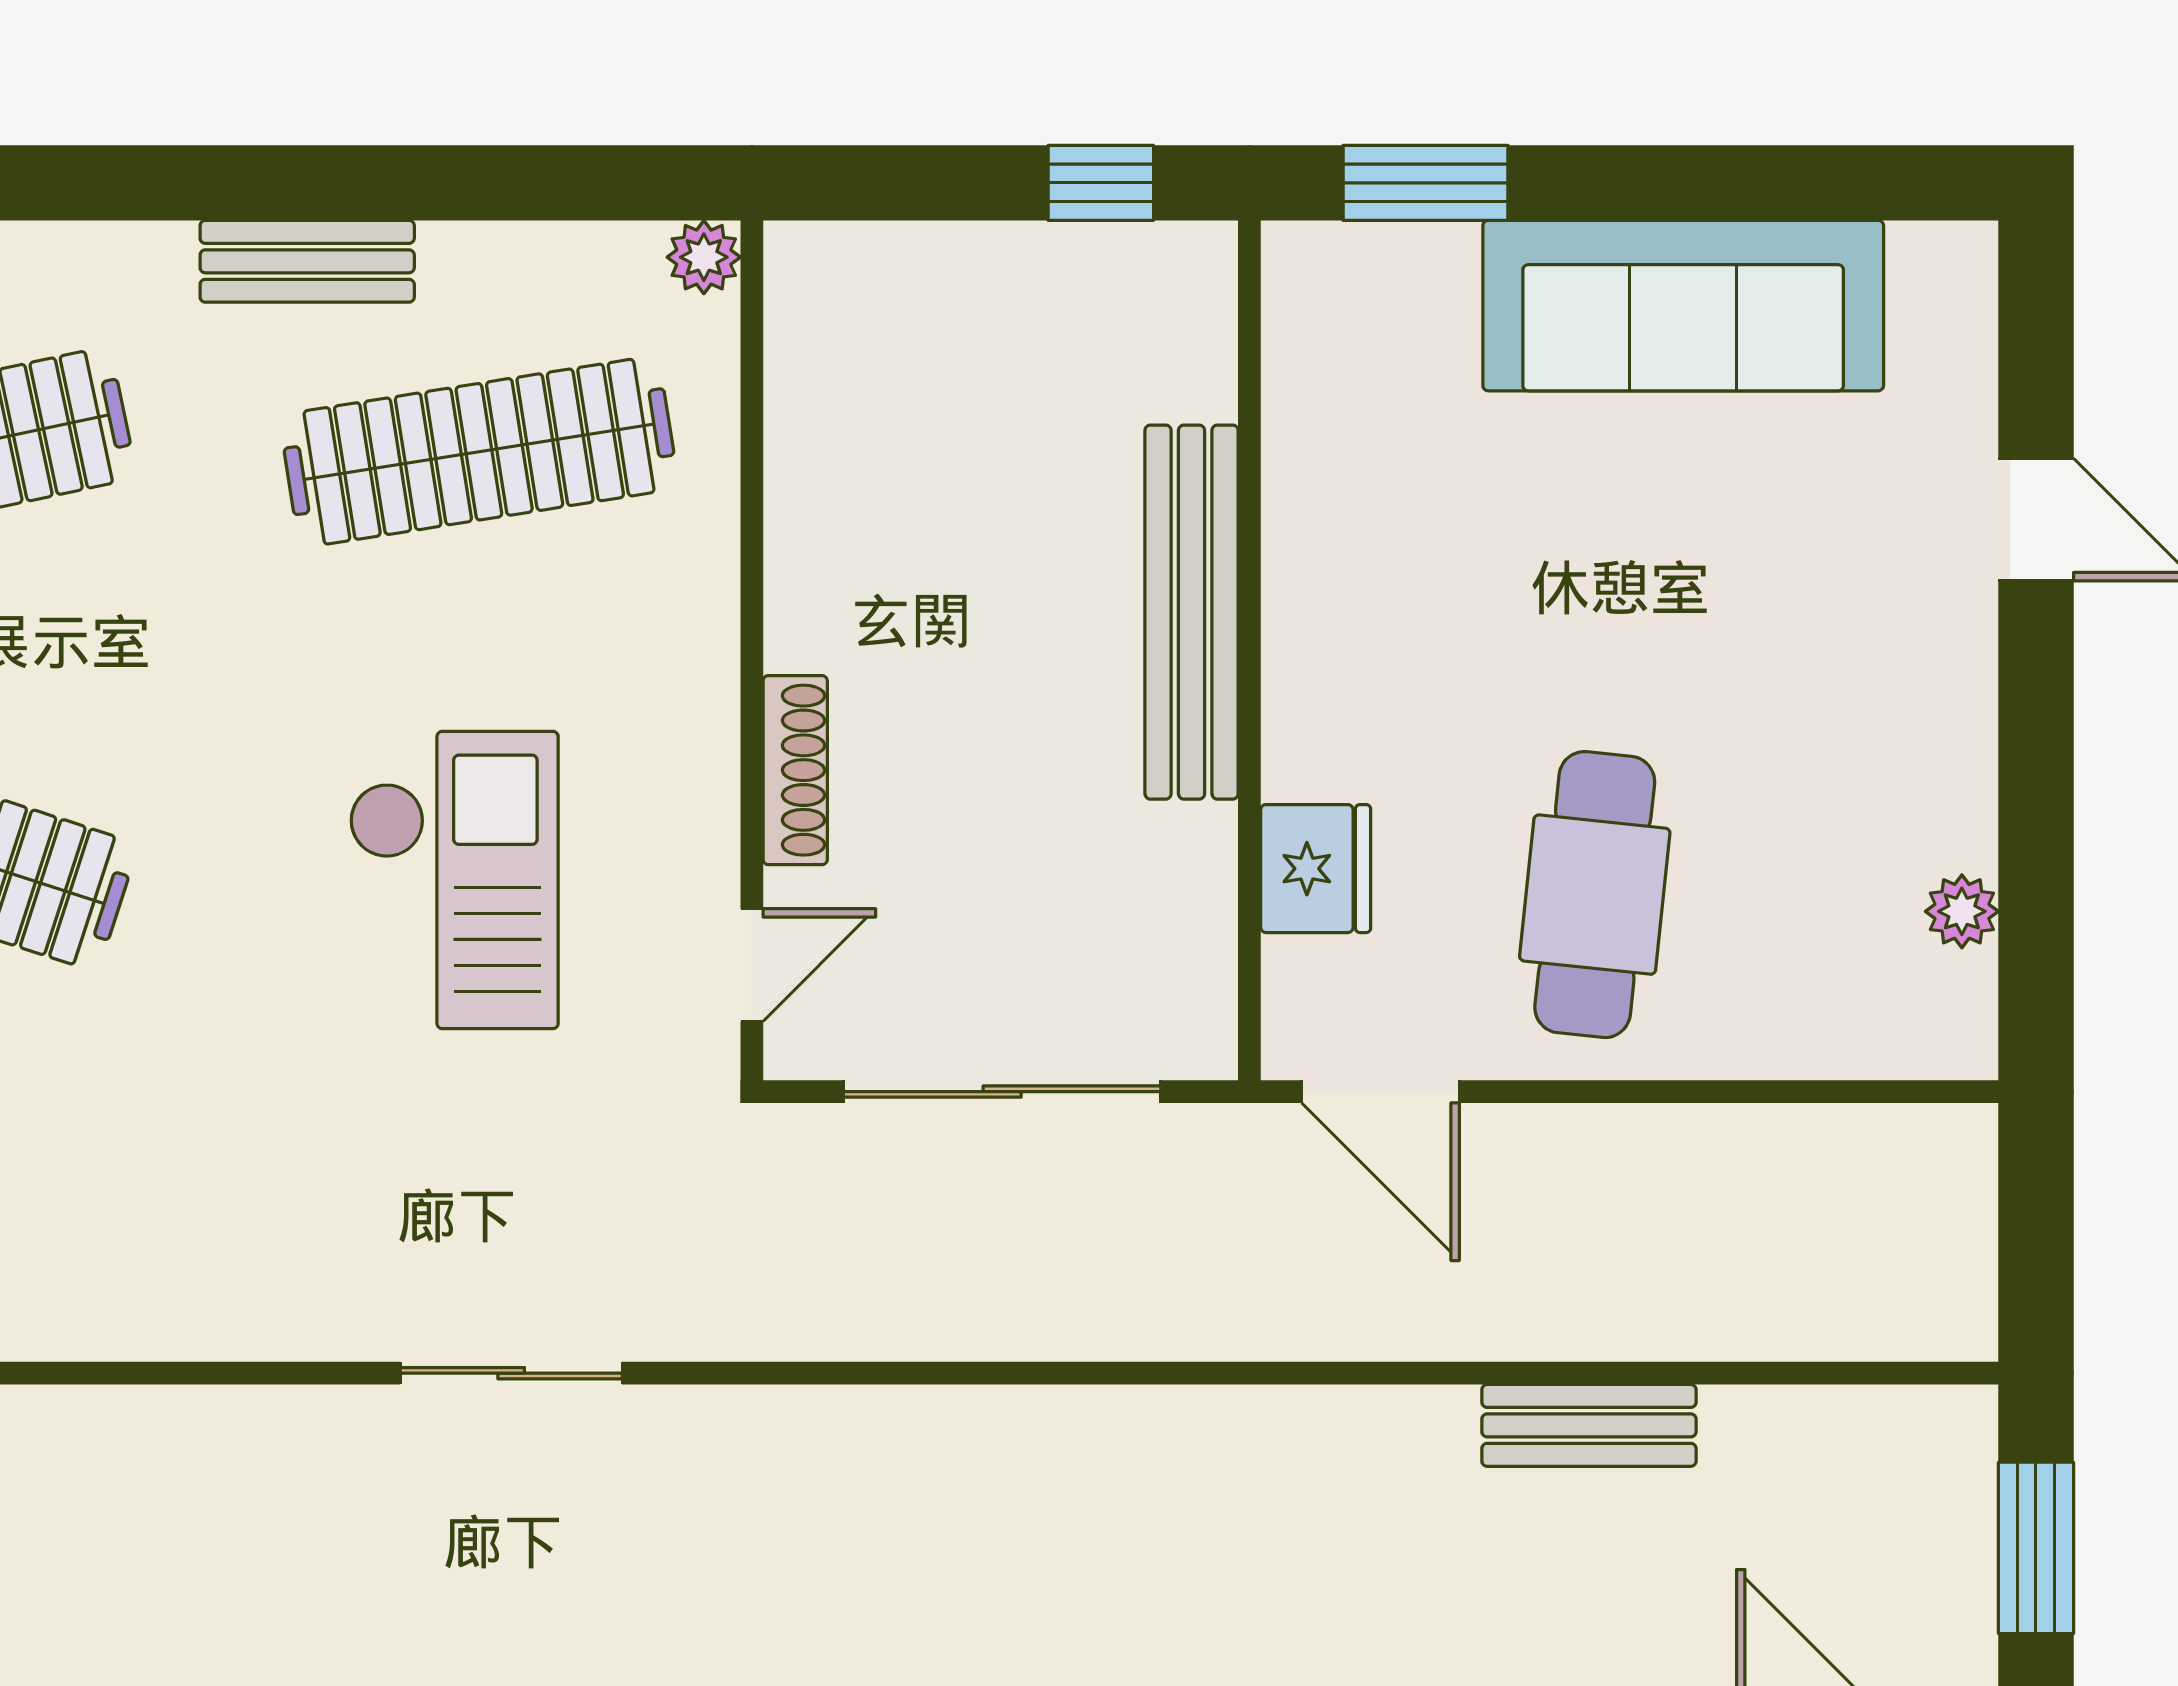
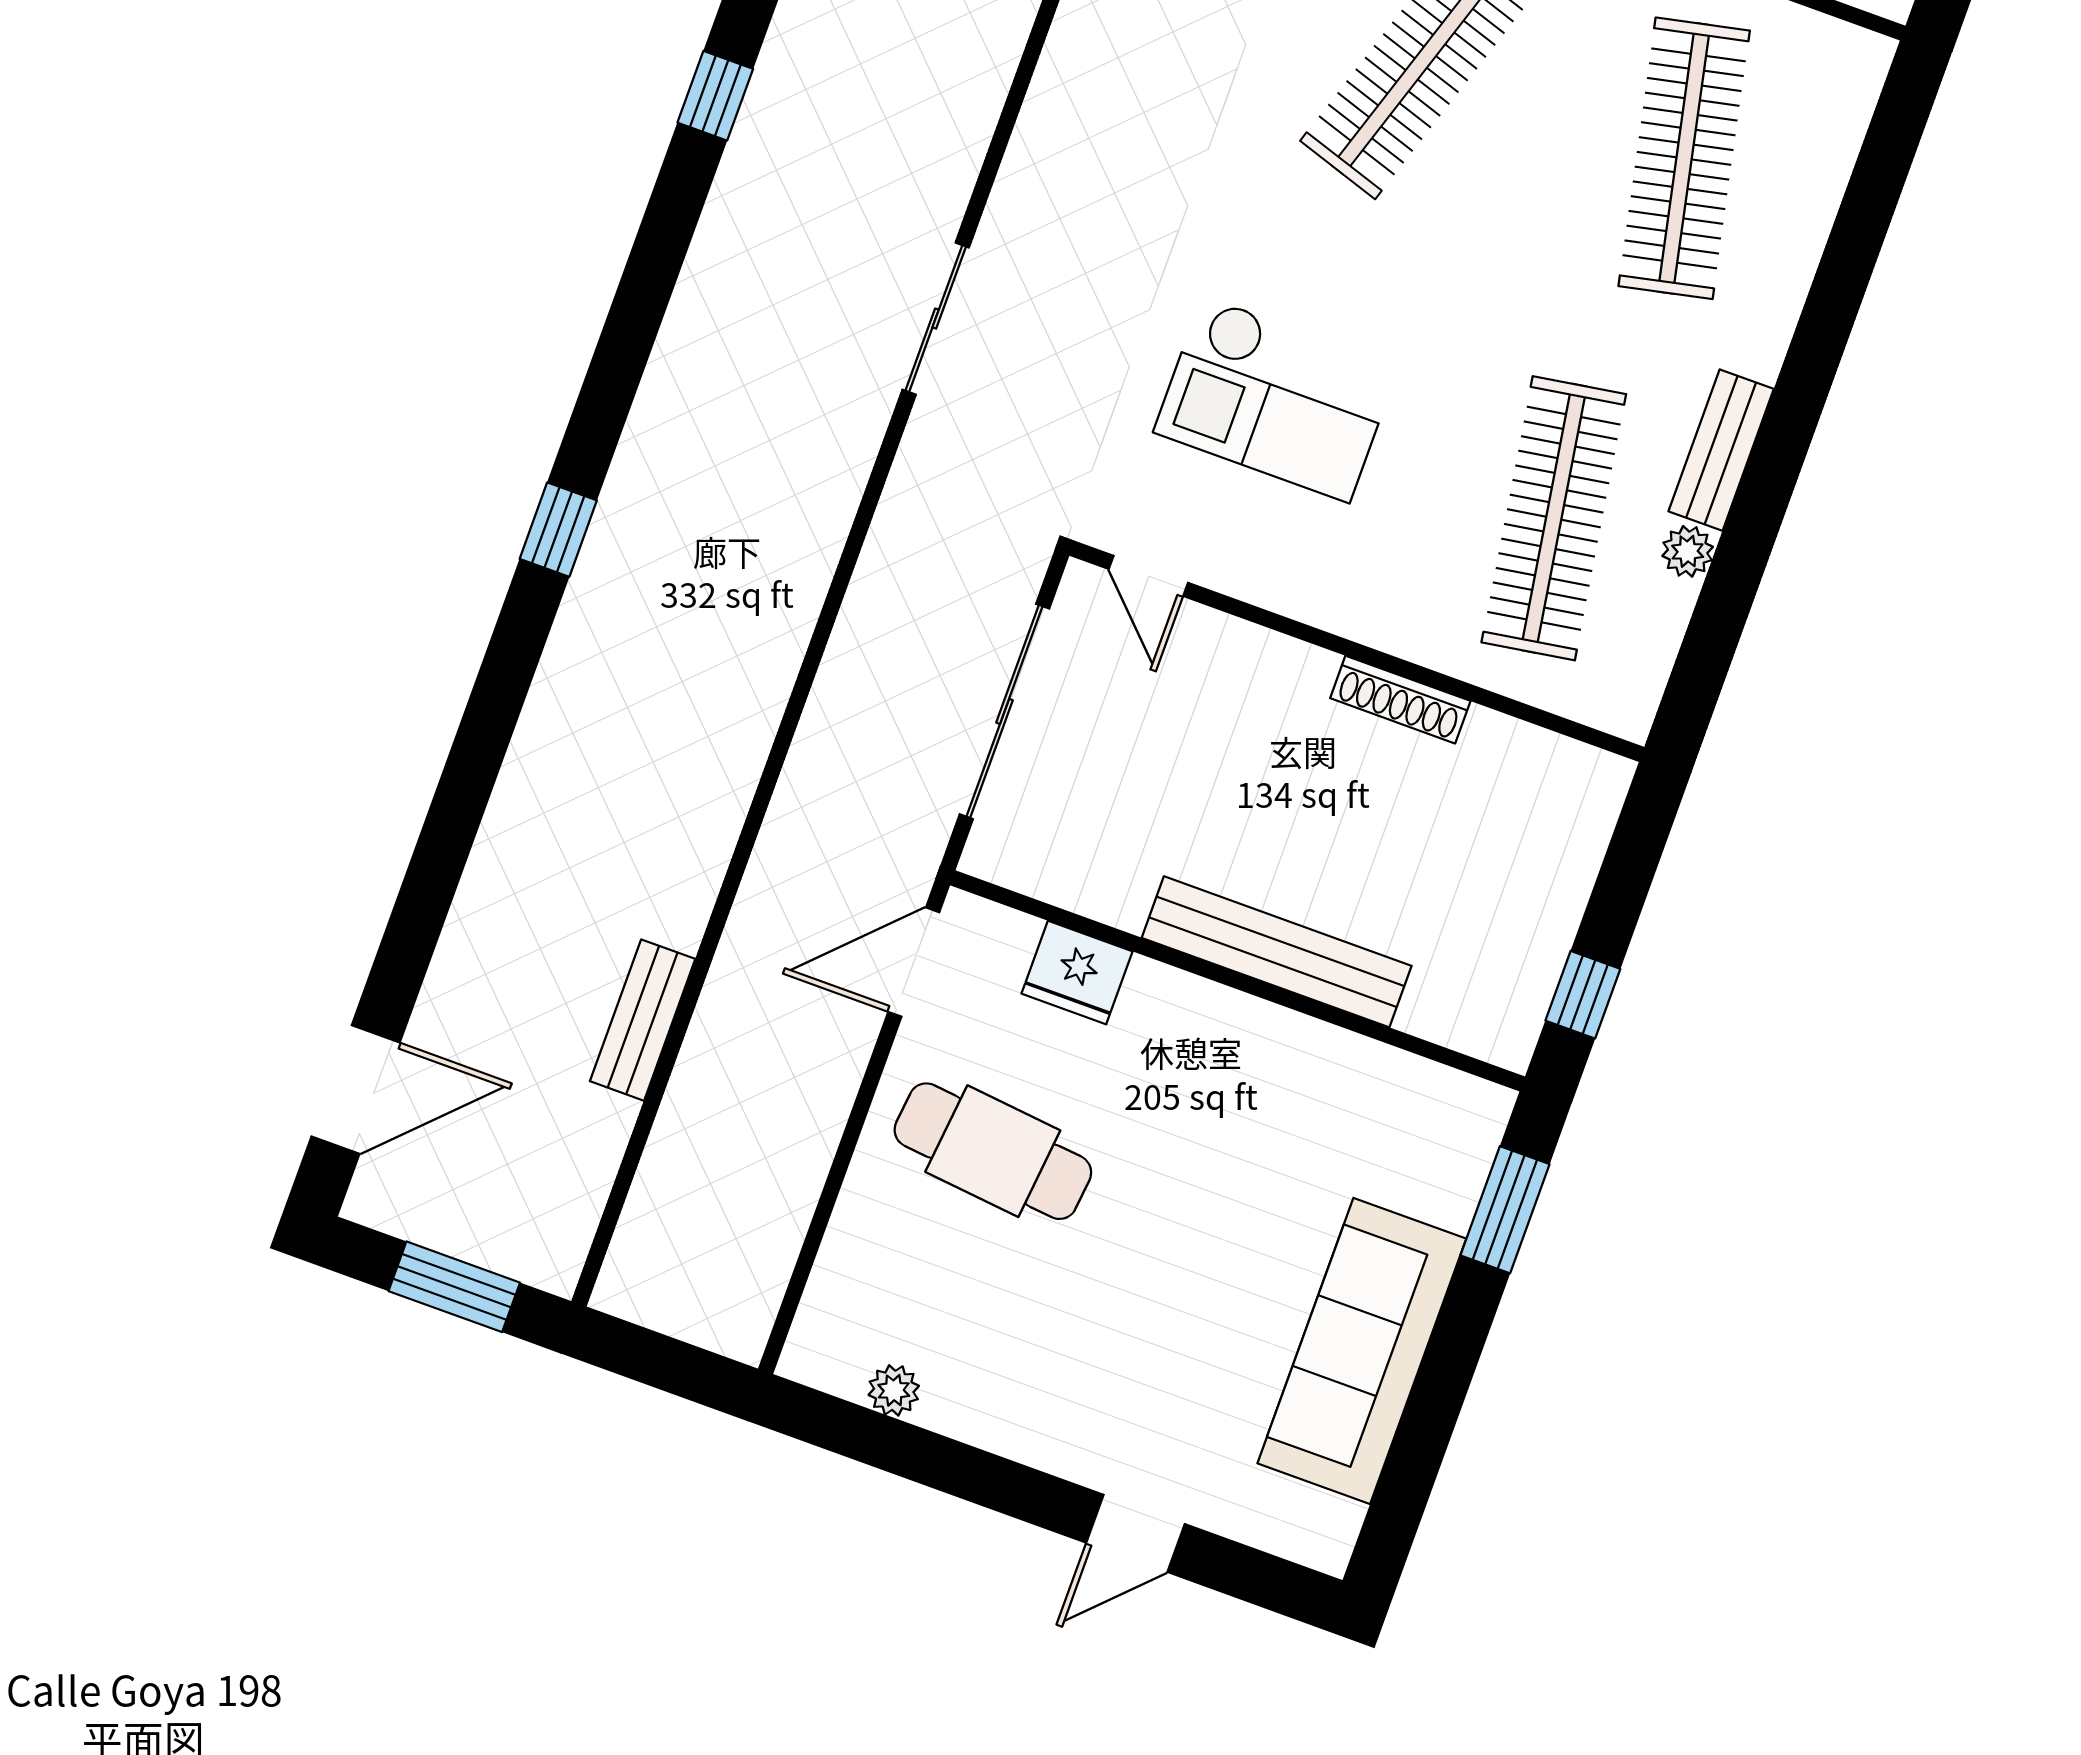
plant: (704, 257) -> (1688, 551), moved
shoe rack: (795, 770) -> (1400, 700), moved

